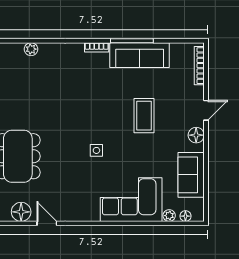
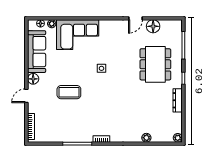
sofa: (140, 55) -> (72, 134), removed
coffee table: (144, 116) -> (69, 92), turned 90
sofa: (191, 175) -> (37, 52), width x1.36
door: (47, 223) -> (135, 18), hinge flipped

